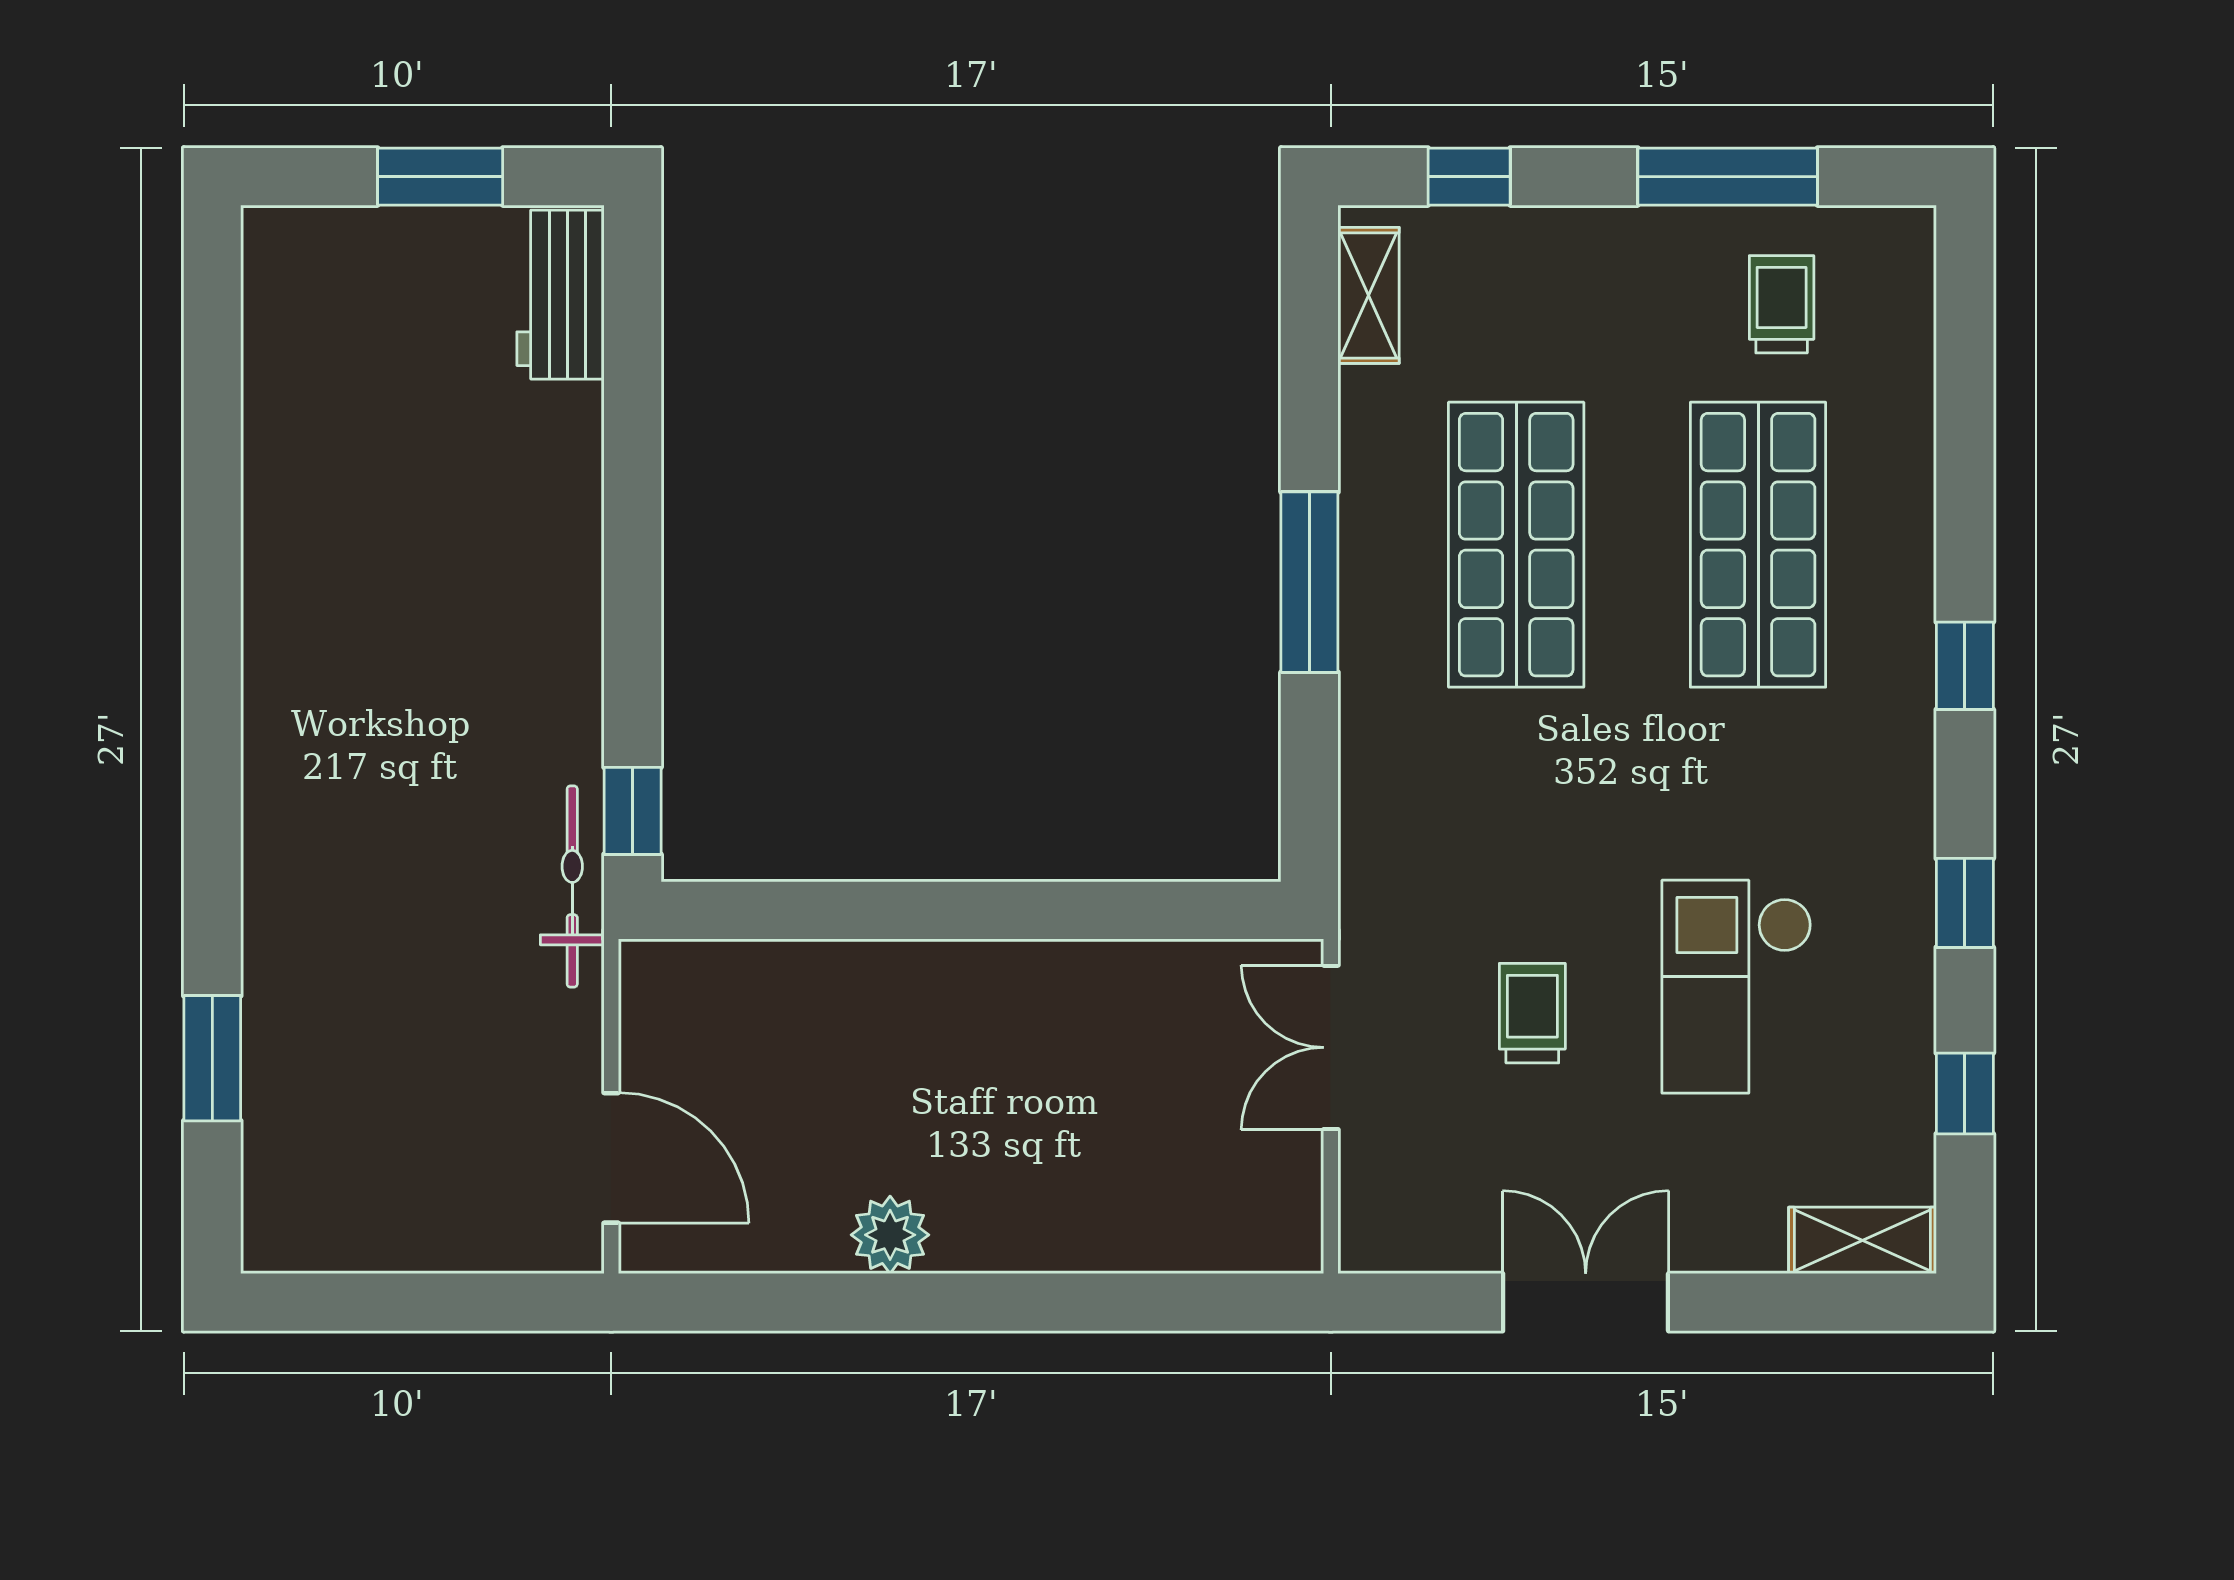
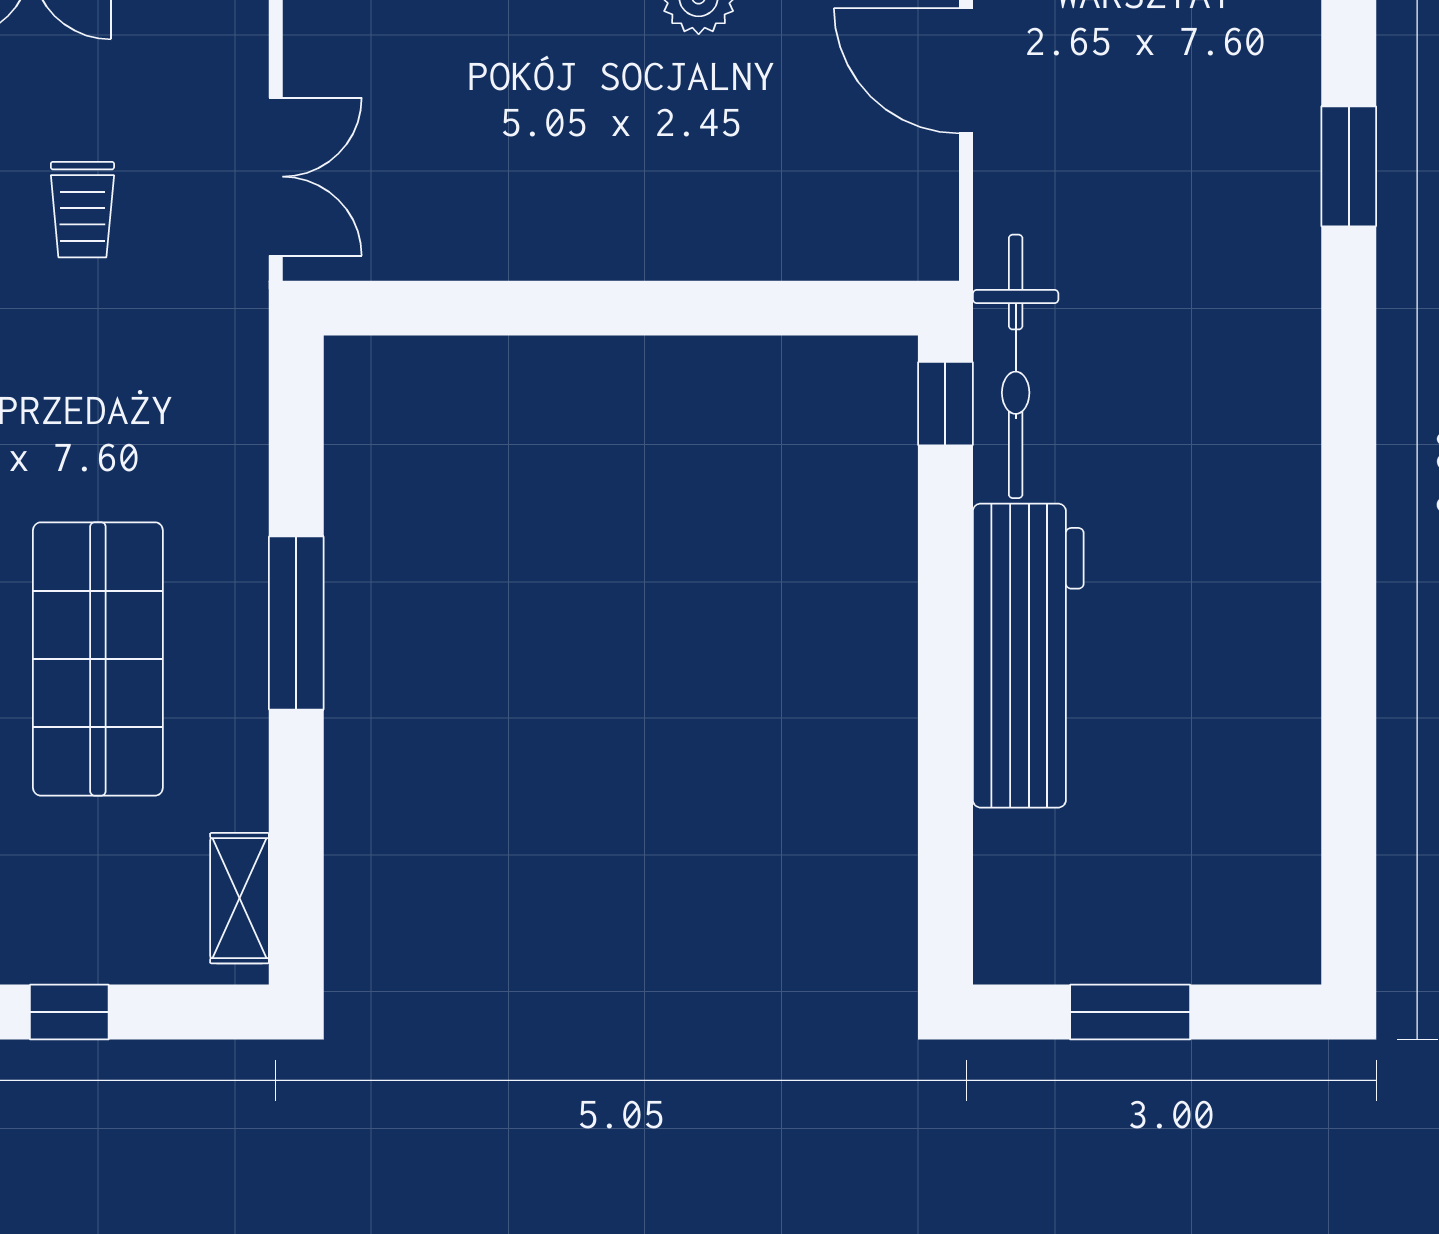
window: (1469, 177) -> (69, 1012), moved
workbench: (560, 295) -> (1028, 656), moved, width x1.88, depth x1.32
bicycle: (572, 887) -> (1016, 366), width x1.37, depth x1.40

